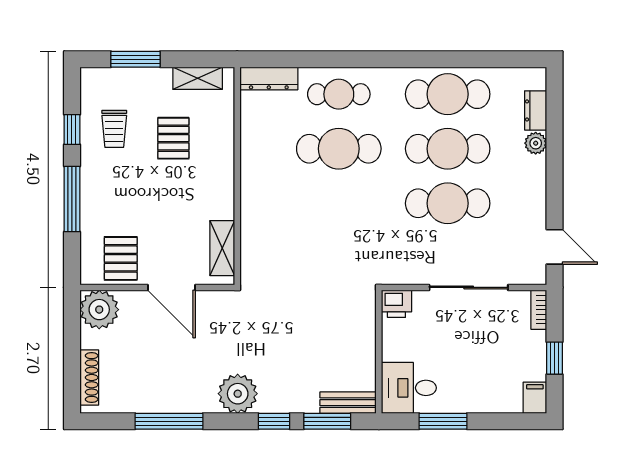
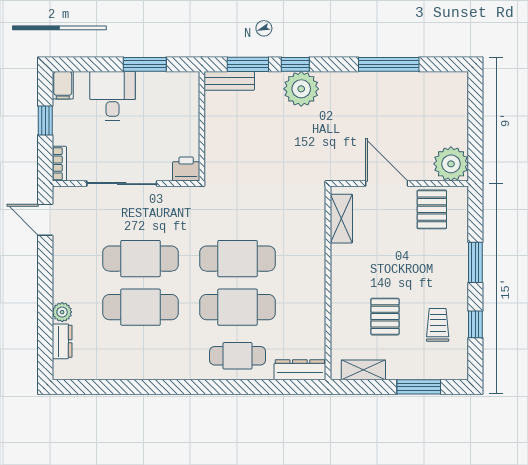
cafe table: (448, 94) -> (238, 259), moved
window: (72, 199) -> (475, 262), width x0.69
shoe rack: (89, 377) -> (460, 103), removed
desk: (409, 388) -> (112, 96), moved, turned -90
plant: (238, 394) -> (301, 89), moved

